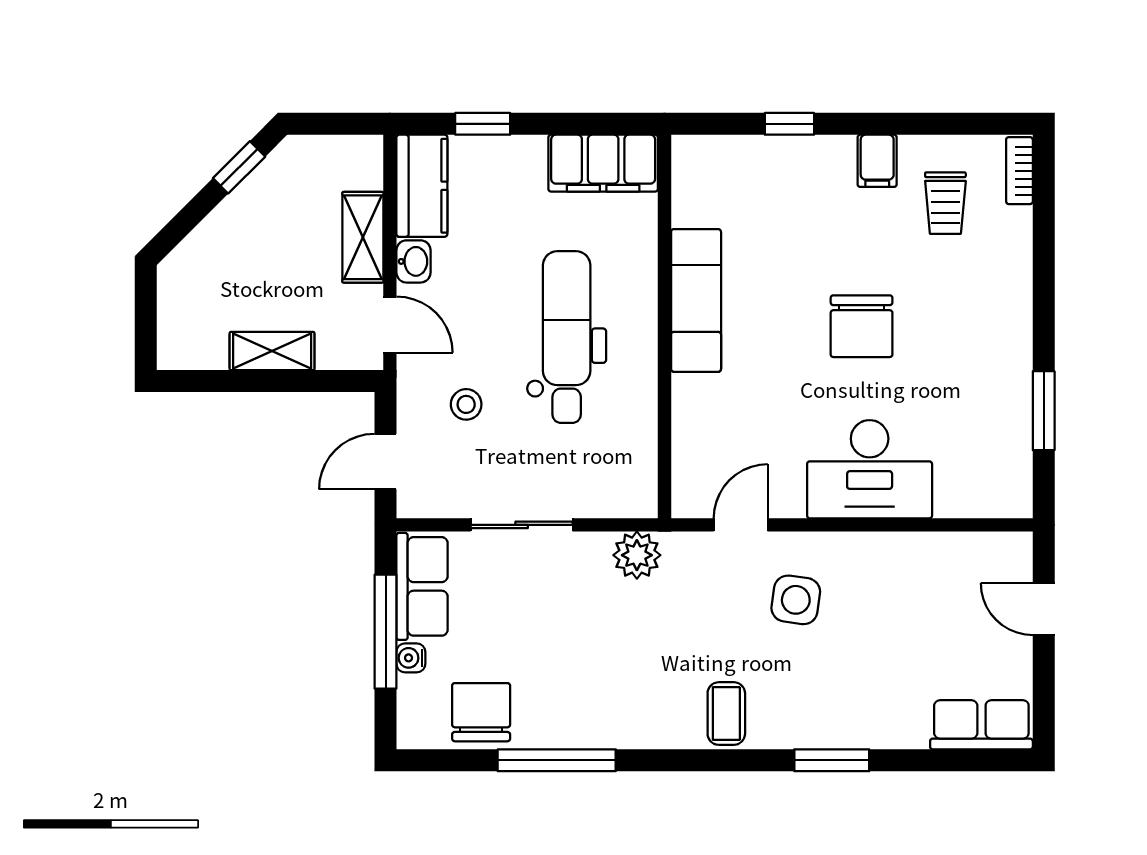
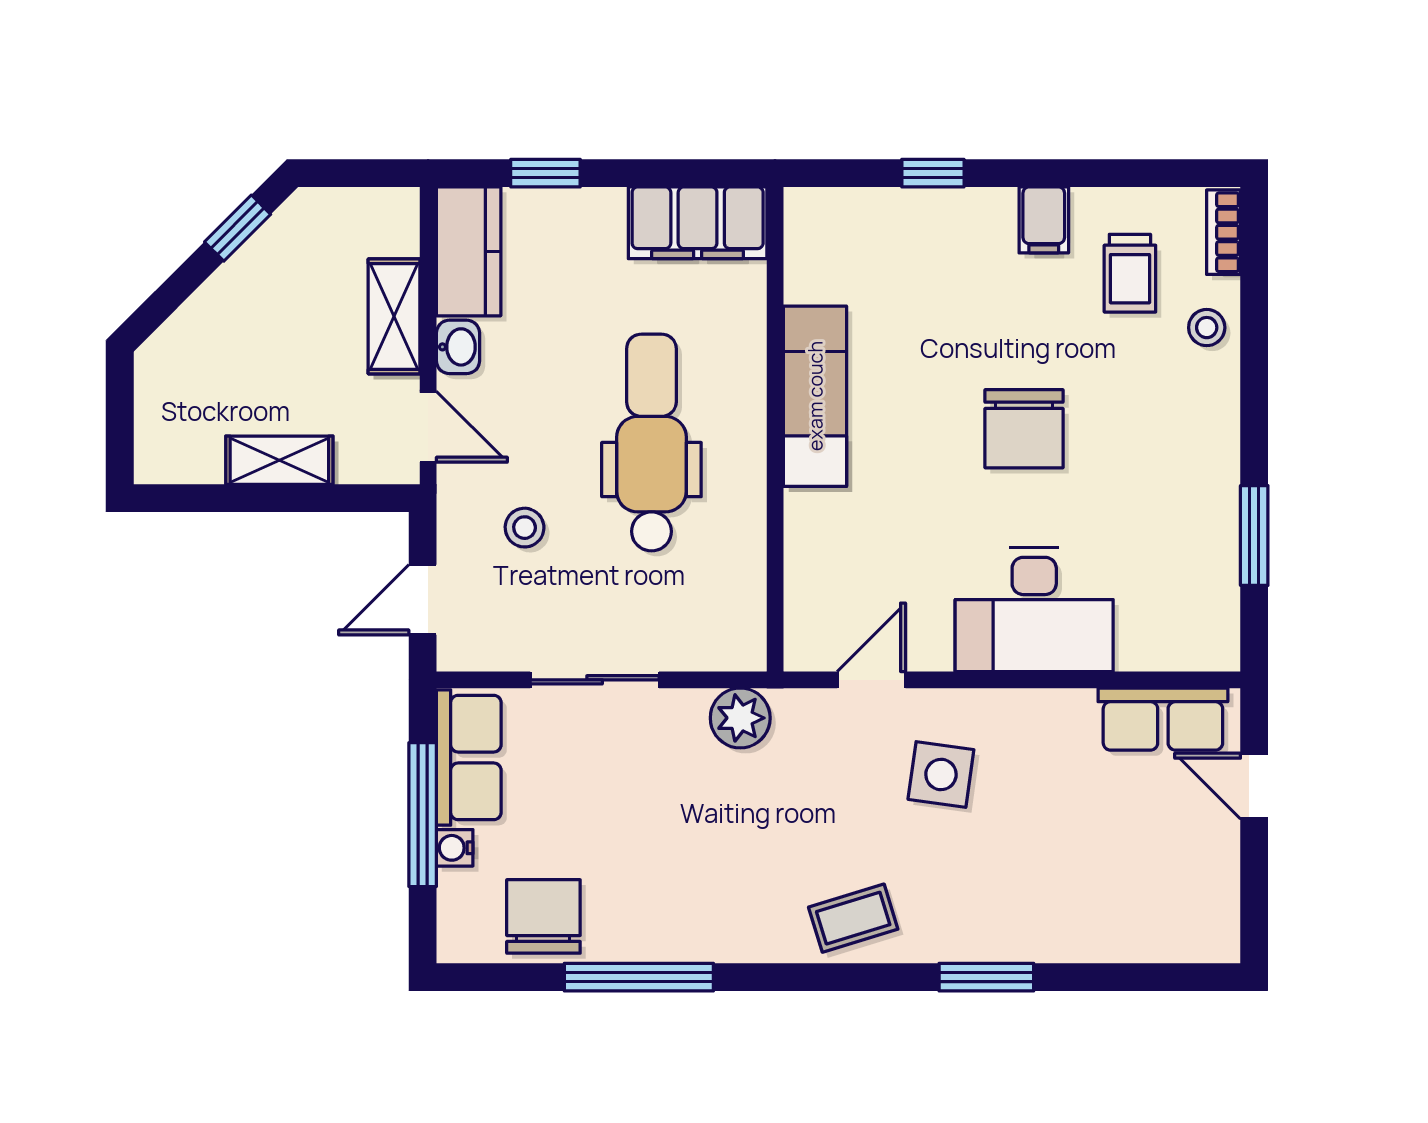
stool: (1006, 246) -> (1207, 328), added
coffee table: (726, 714) -> (853, 918), turned 73
row of seats: (981, 725) -> (1163, 719), moved, turned 180

